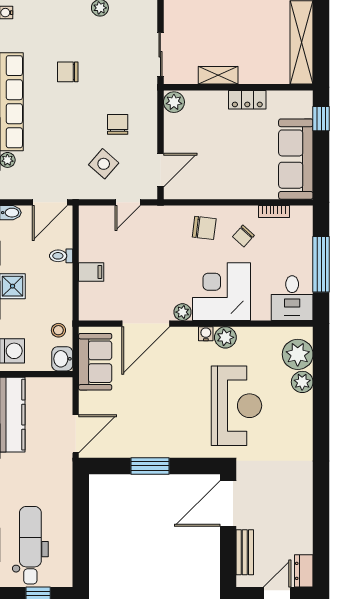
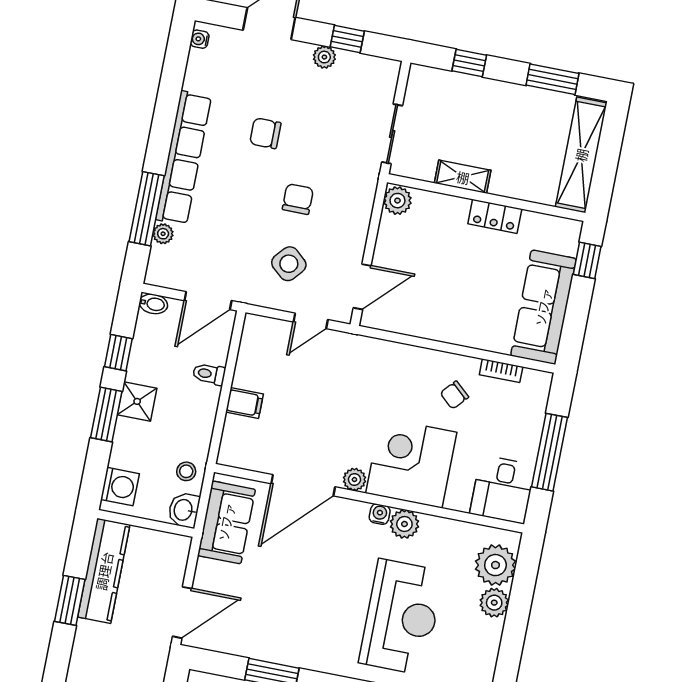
chair: (118, 124) -> (298, 199), moved
chair: (204, 228) -> (405, 374), removed

